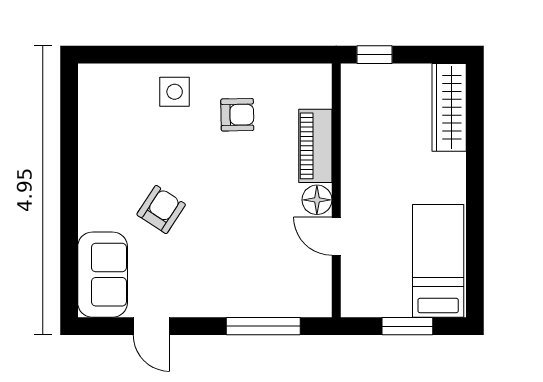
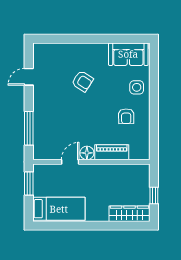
window: (374, 55) -> (154, 196), moved
sofa: (103, 275) -> (128, 54), moved
window: (407, 326) -> (29, 184), moved

